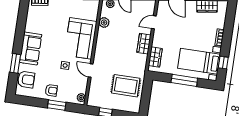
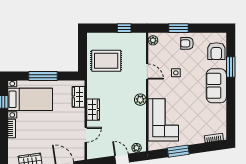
plant: (104, 22) -> (140, 100), moved
corner sofa: (81, 38) -> (163, 120), moved
armchair: (26, 79) -> (216, 51), turned -90

